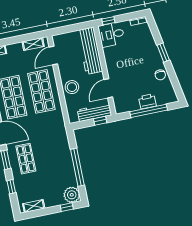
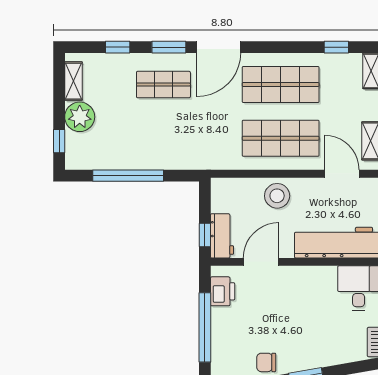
door: (108, 88) -> (261, 262), hinge flipped
printer: (147, 101) -> (223, 291), moved
workbench: (94, 113) -> (222, 236), width x0.73
plant: (72, 195) -> (80, 117), moved

